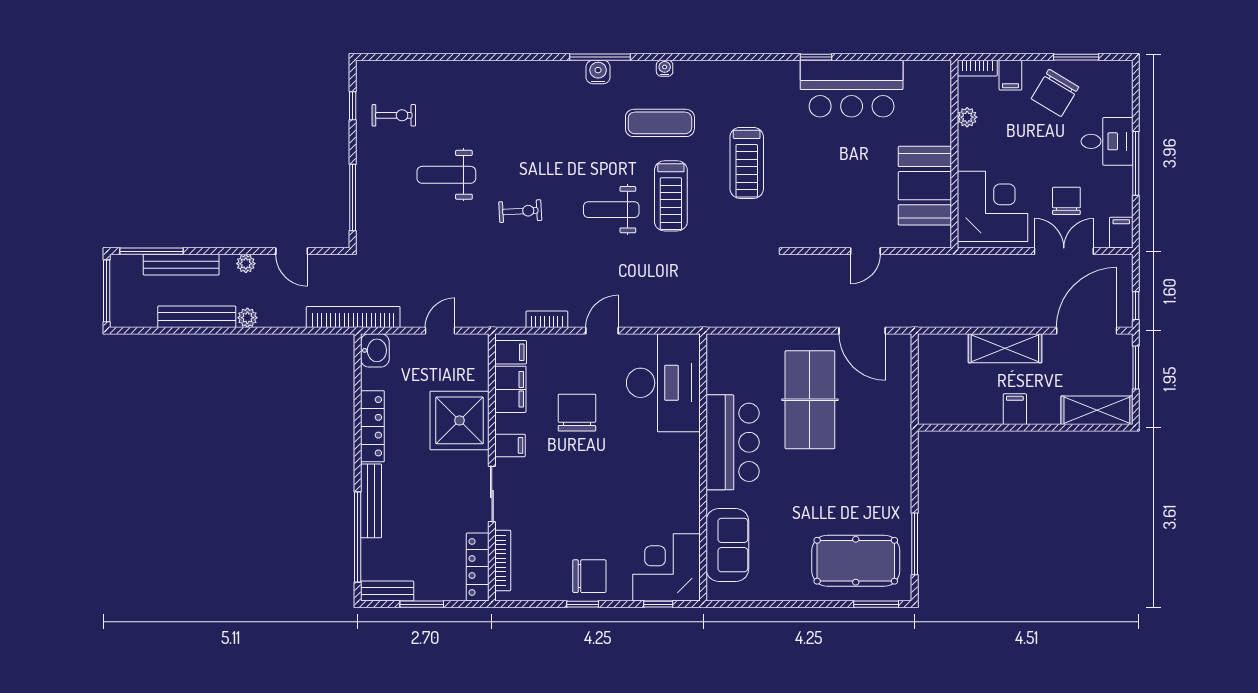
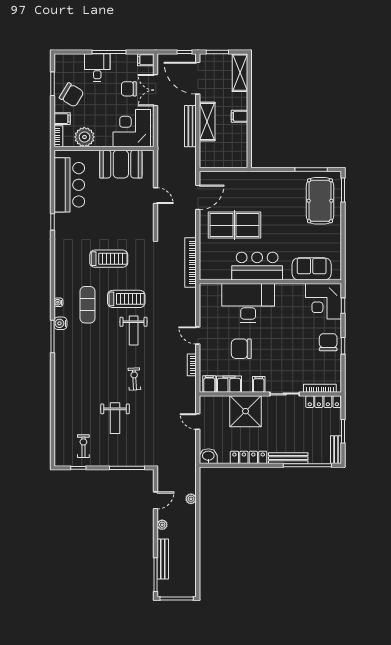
water cooler: (598, 72) -> (60, 323), moved
bar counter: (852, 89) -> (69, 185), moved
plant: (967, 117) -> (84, 137), width x1.88, depth x1.88
bench: (197, 317) -> (190, 126), moved
bookcase: (353, 317) -> (191, 263), moved
plant: (247, 318) -> (191, 499), moved
desk: (663, 383) -> (248, 303), moved

